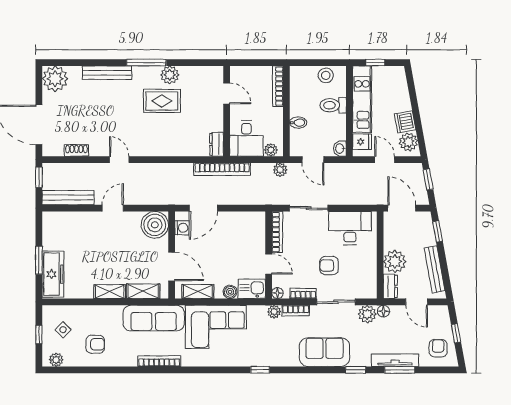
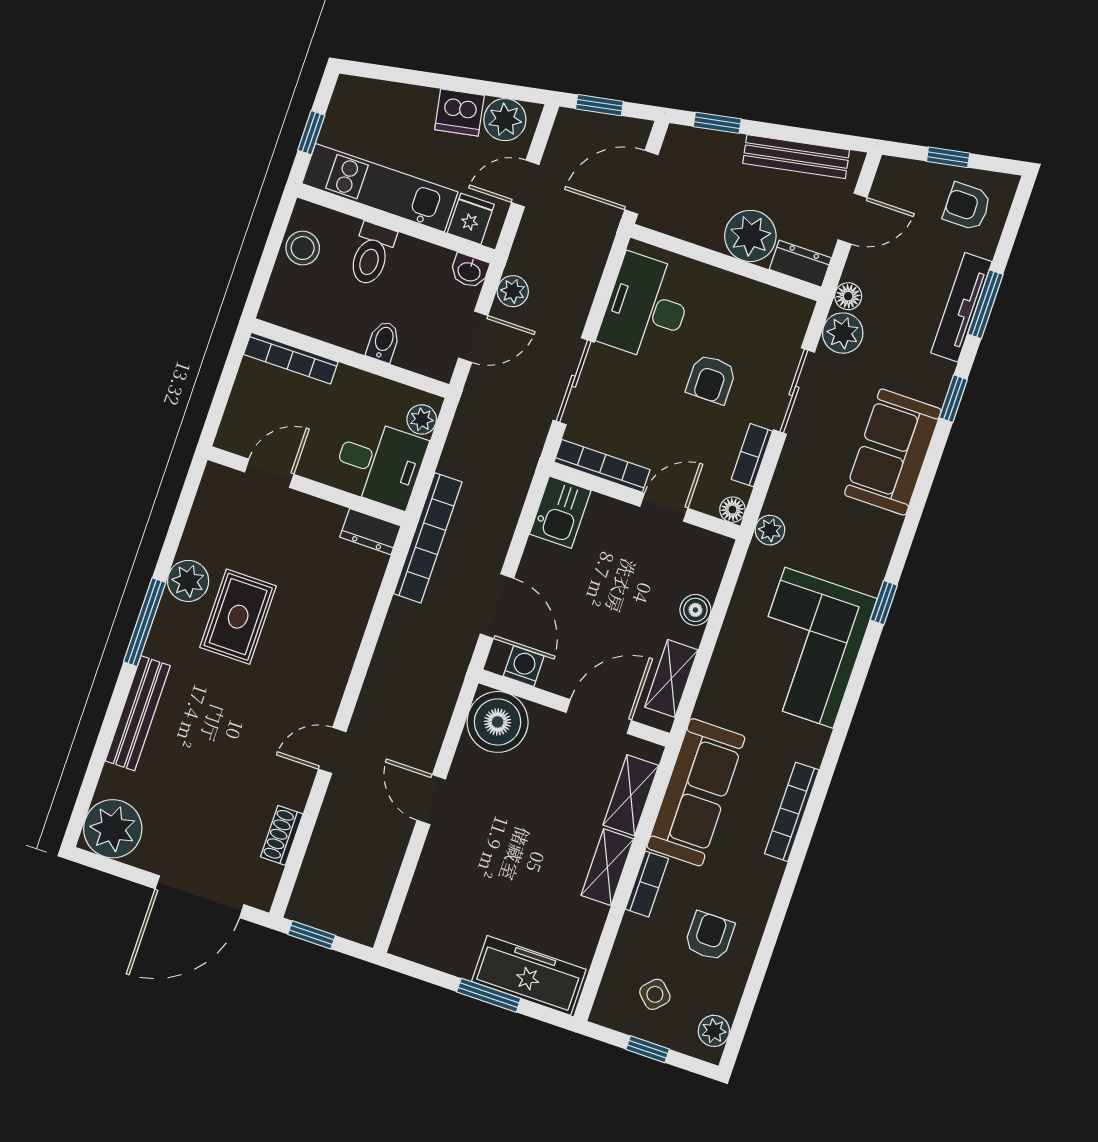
plant: (280, 170) -> (513, 291), moved
bench: (68, 198) -> (376, 888), removed
kitchen sink: (252, 289) -> (560, 512), moved, turned 180
bookcase: (296, 311) -> (647, 884), moved
corner sofa: (216, 327) -> (809, 648), moved, turned 180

